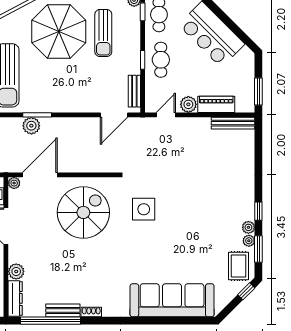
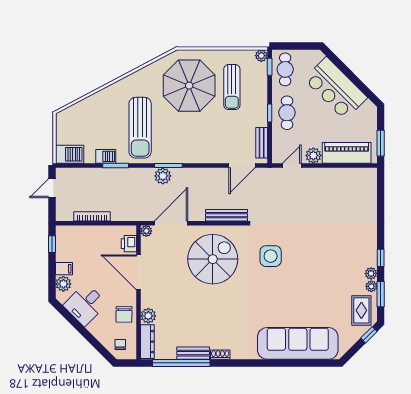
piano: (216, 104) -> (347, 153), width x1.37, depth x1.33
bench: (233, 123) -> (226, 215), moved

